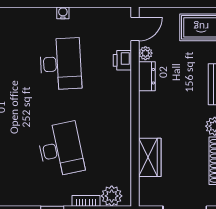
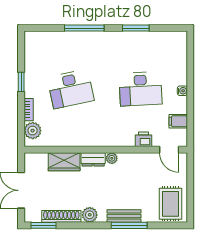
filing cabinet: (100, 18) -> (178, 121), added
plant: (145, 53) -> (112, 158), moved
dresser: (147, 76) -> (93, 159), moved

